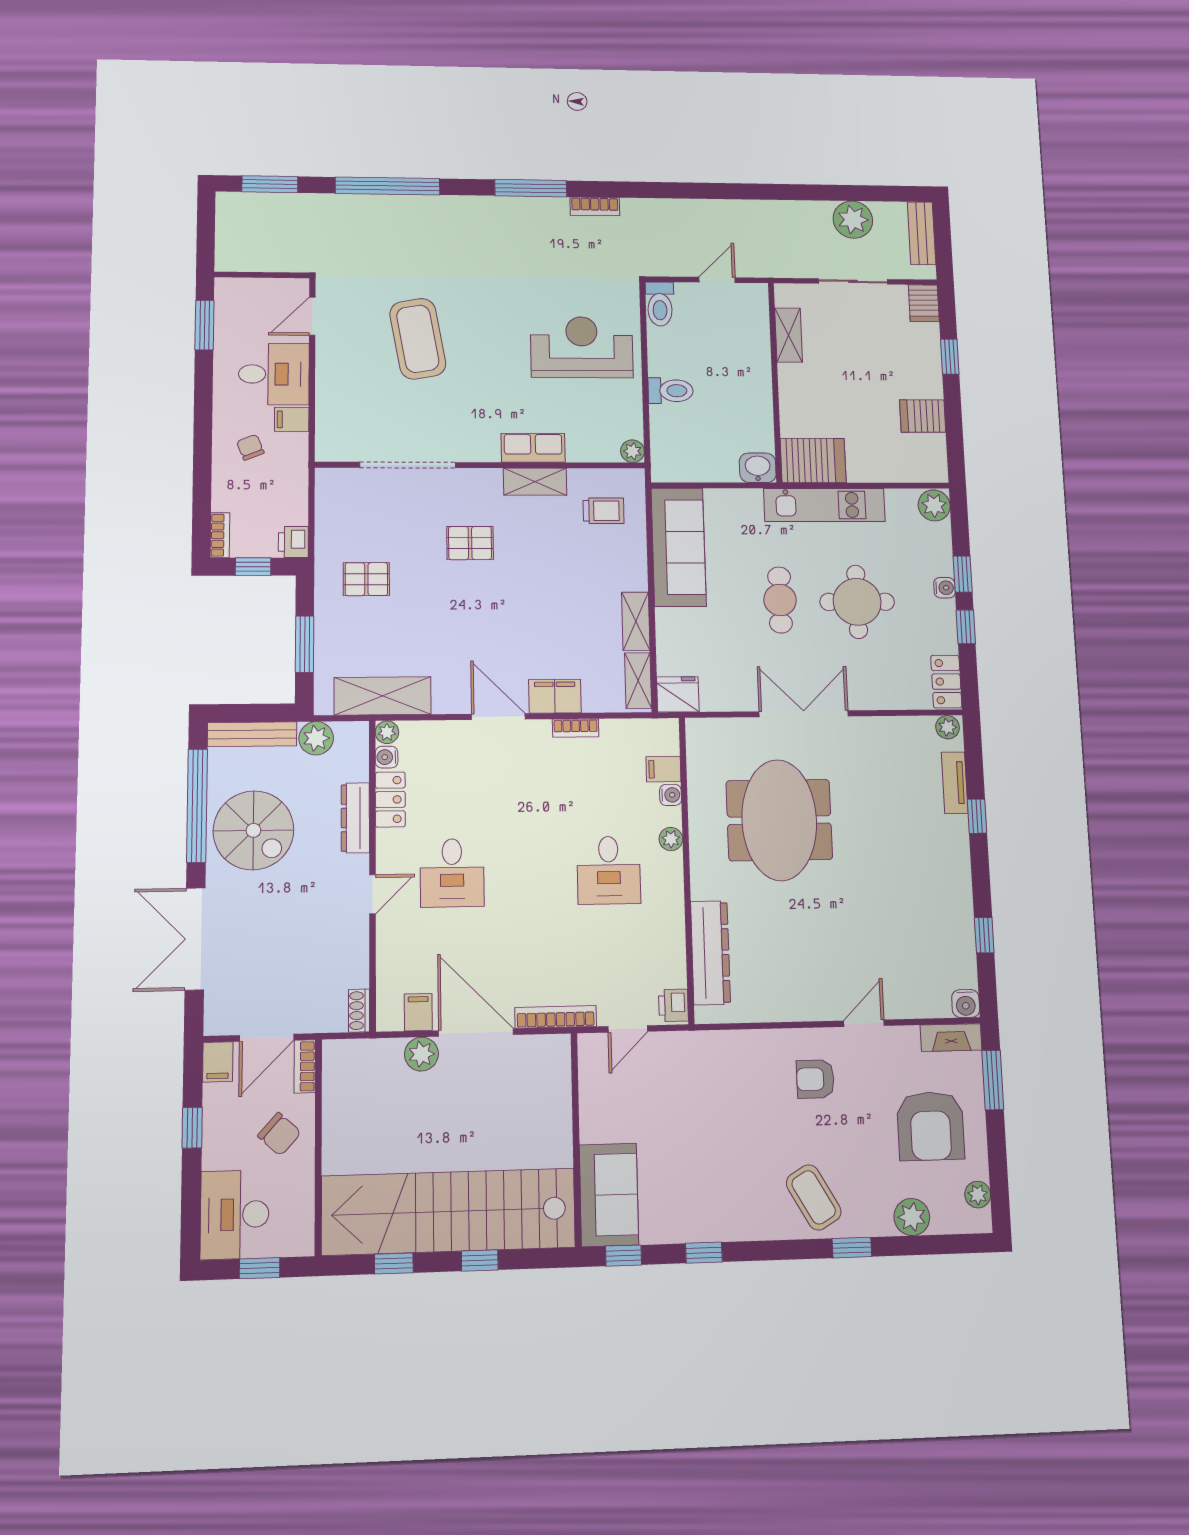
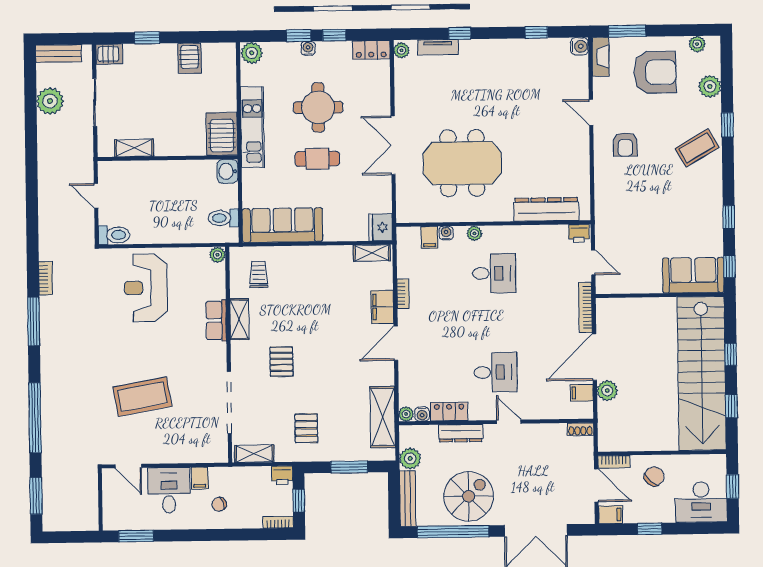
toilet: (671, 391) -> (223, 218), moved, turned -90
shelving: (636, 621) -> (254, 454), moved

